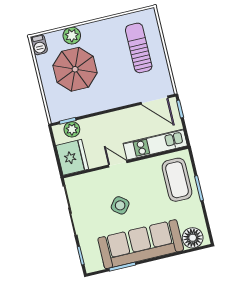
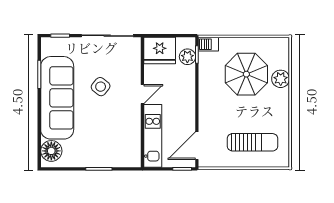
barbecue: (39, 45) -> (208, 44), moved
coffee table: (177, 180) -> (113, 149), removed

